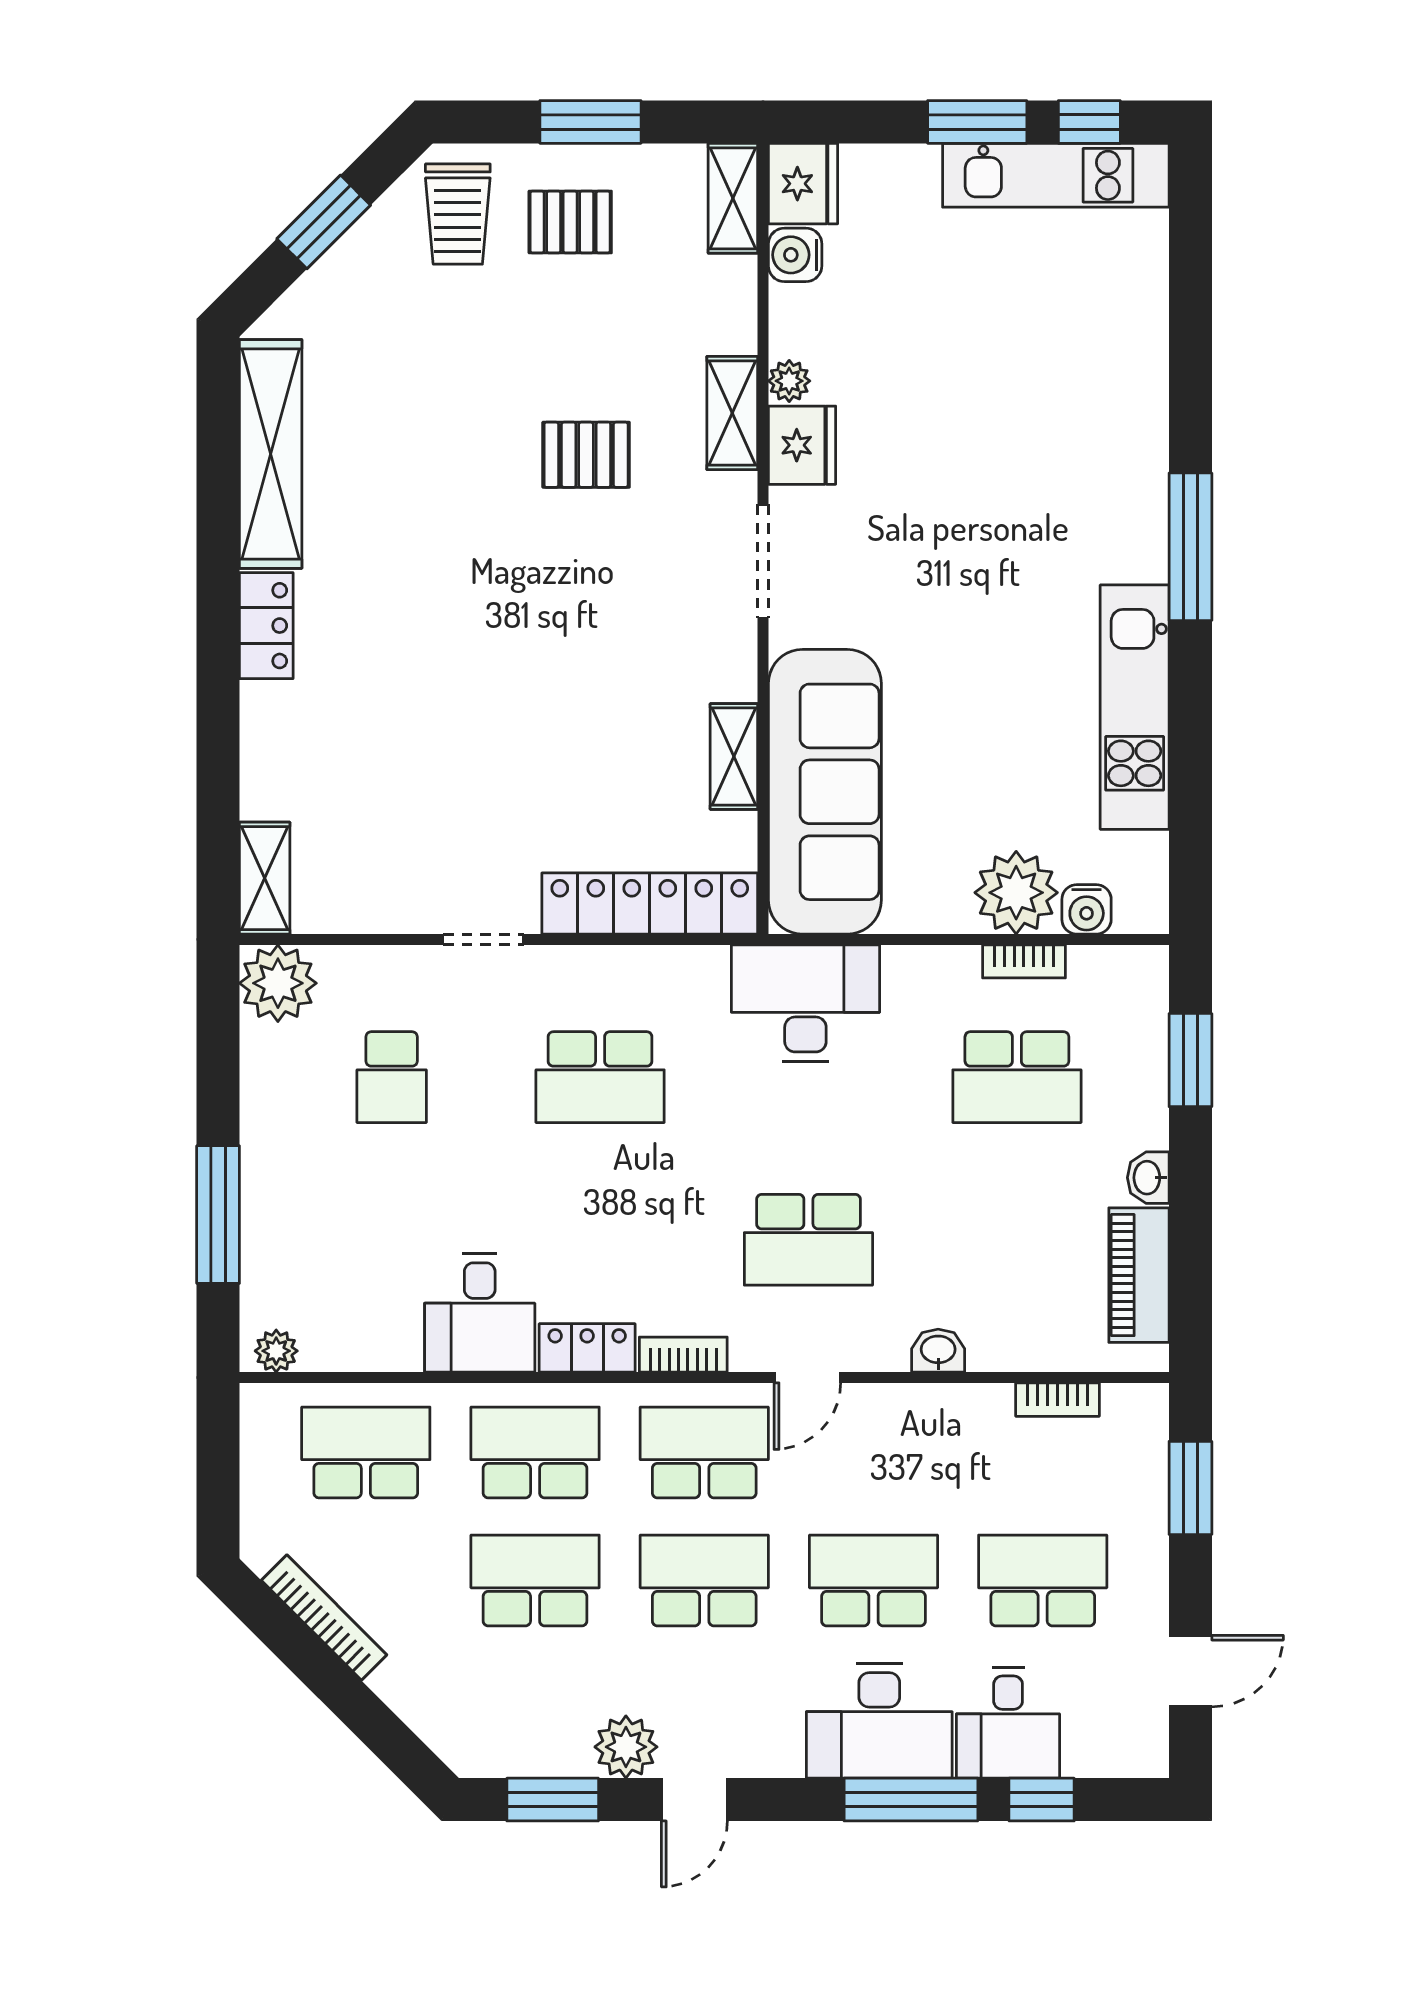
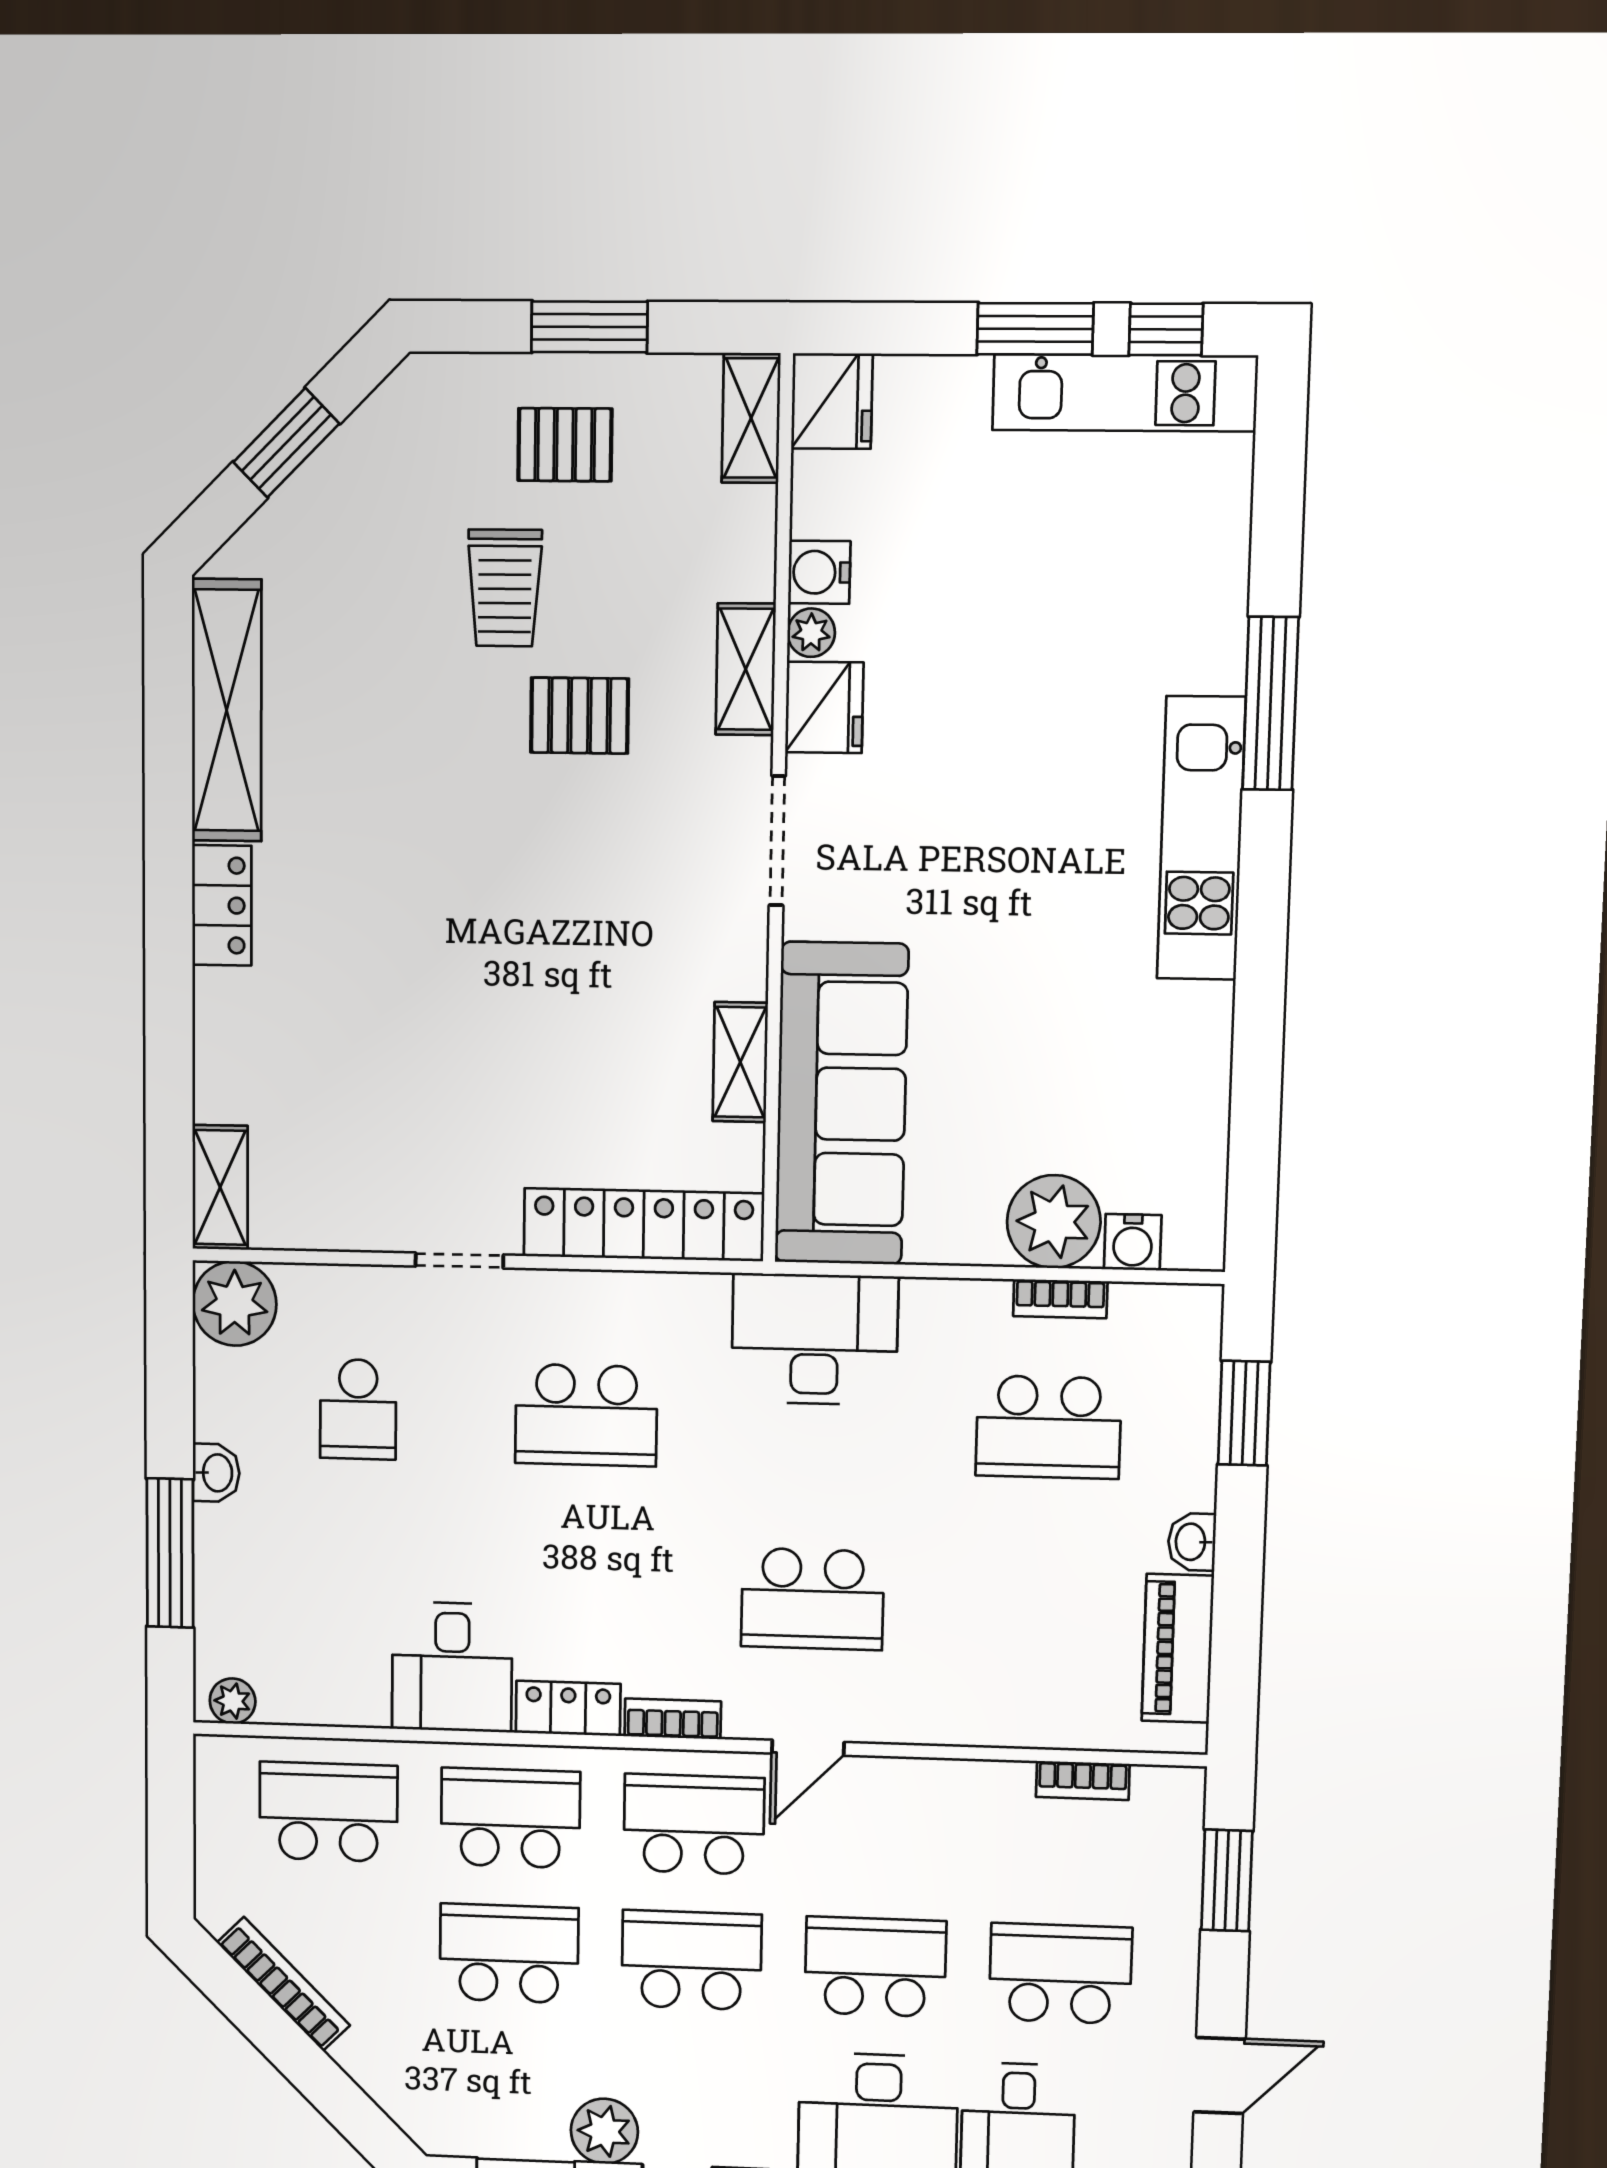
trolley: (458, 214) -> (505, 588), moved
water cooler: (795, 255) -> (819, 572), moved
window: (1190, 547) -> (1270, 703), moved
kitchen unit: (1135, 707) -> (1201, 838), moved
washbasin: (938, 1351) -> (216, 1473), moved, turned 90

